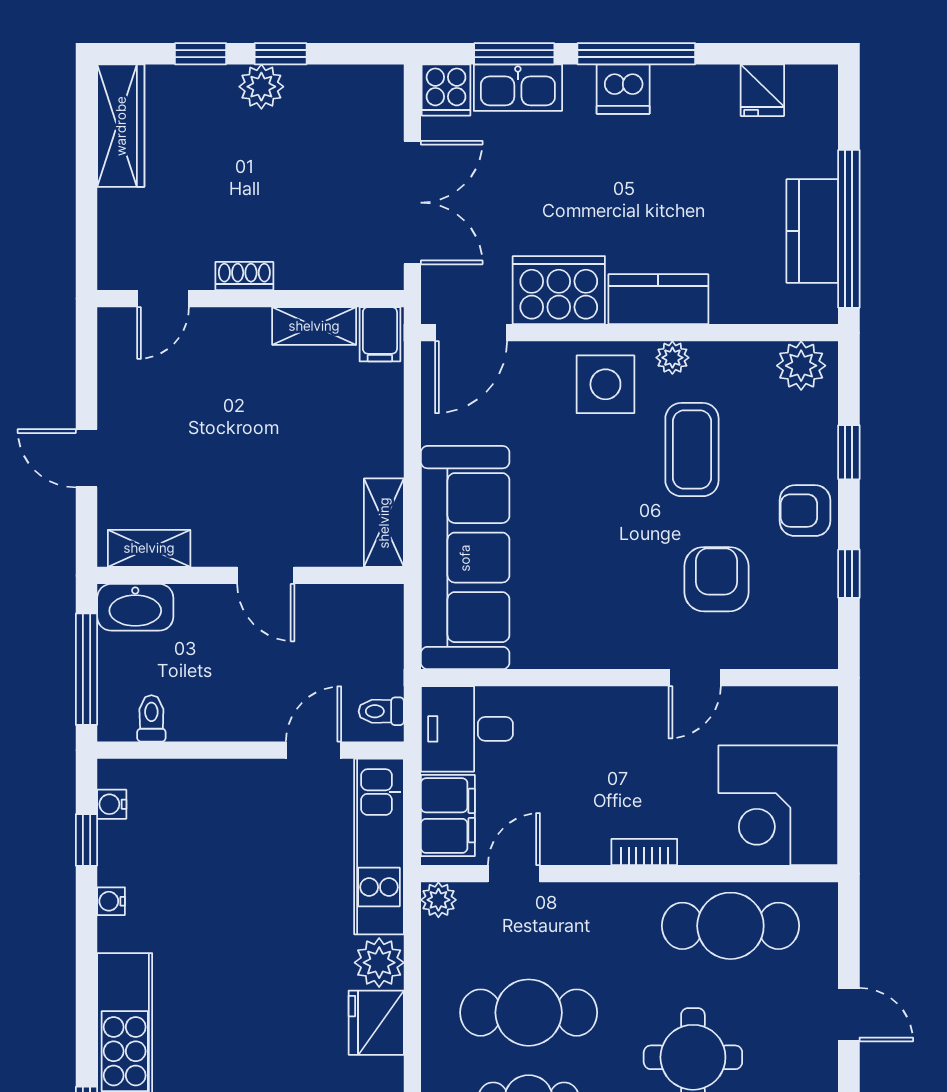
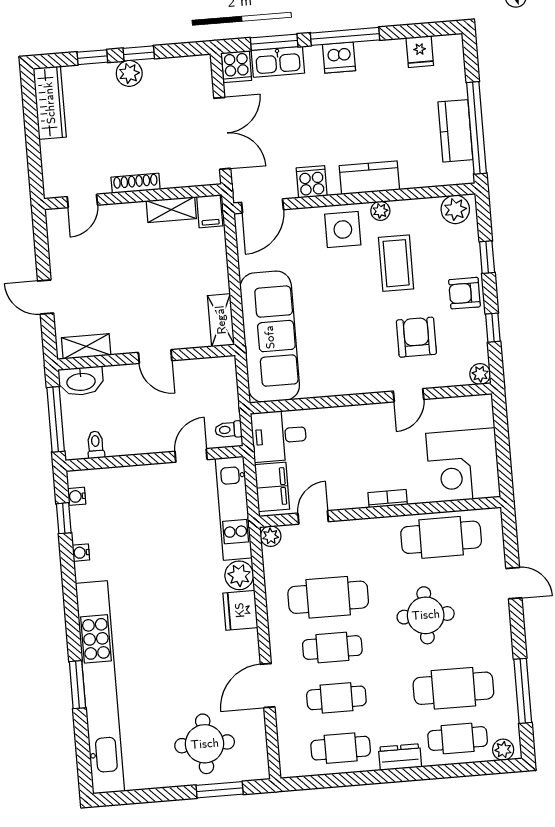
shoe rack: (244, 276) -> (136, 183), width x1.43
cooker: (559, 290) -> (312, 182), width x0.53, depth x0.76
plant: (820, 651) -> (480, 374), added

